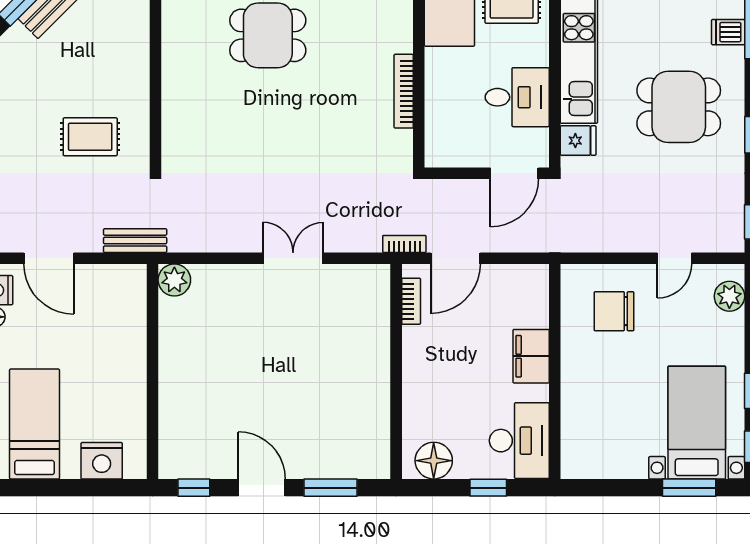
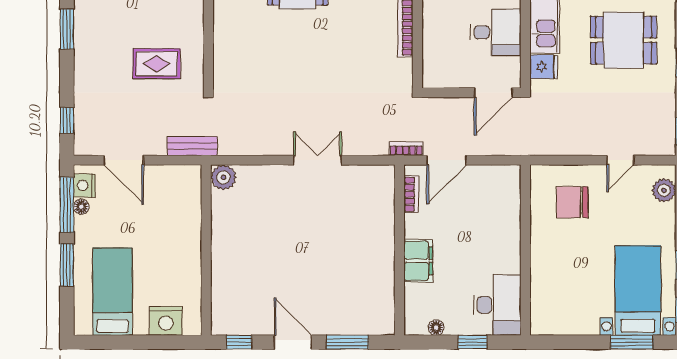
filing cabinet: (531, 356) -> (418, 261), moved, turned 180
floor lamp: (434, 461) -> (436, 328), width x0.53, depth x0.53

